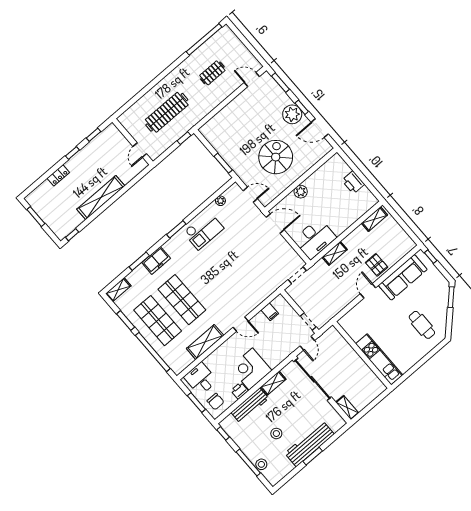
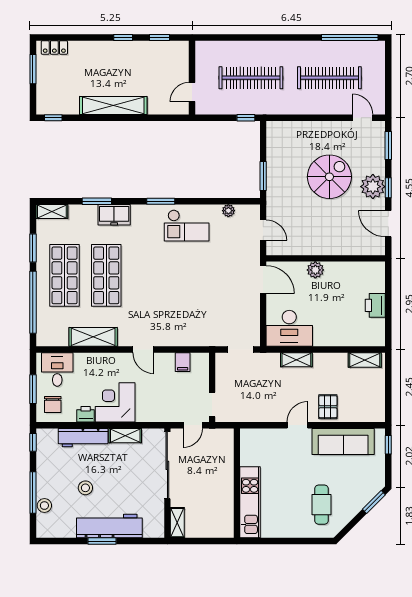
clothes rail: (212, 73) -> (329, 78), width x1.86, depth x1.31
spiral stairs: (276, 157) -> (329, 177), moved
locker: (58, 175) -> (54, 48), moved

